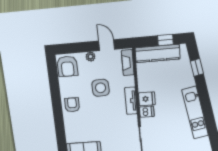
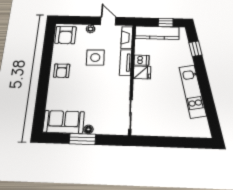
tv unit: (131, 101) -> (126, 62), moved
armchair: (72, 105) -> (62, 71), turned 180
dishwasher: (147, 112) -> (142, 60), moved

